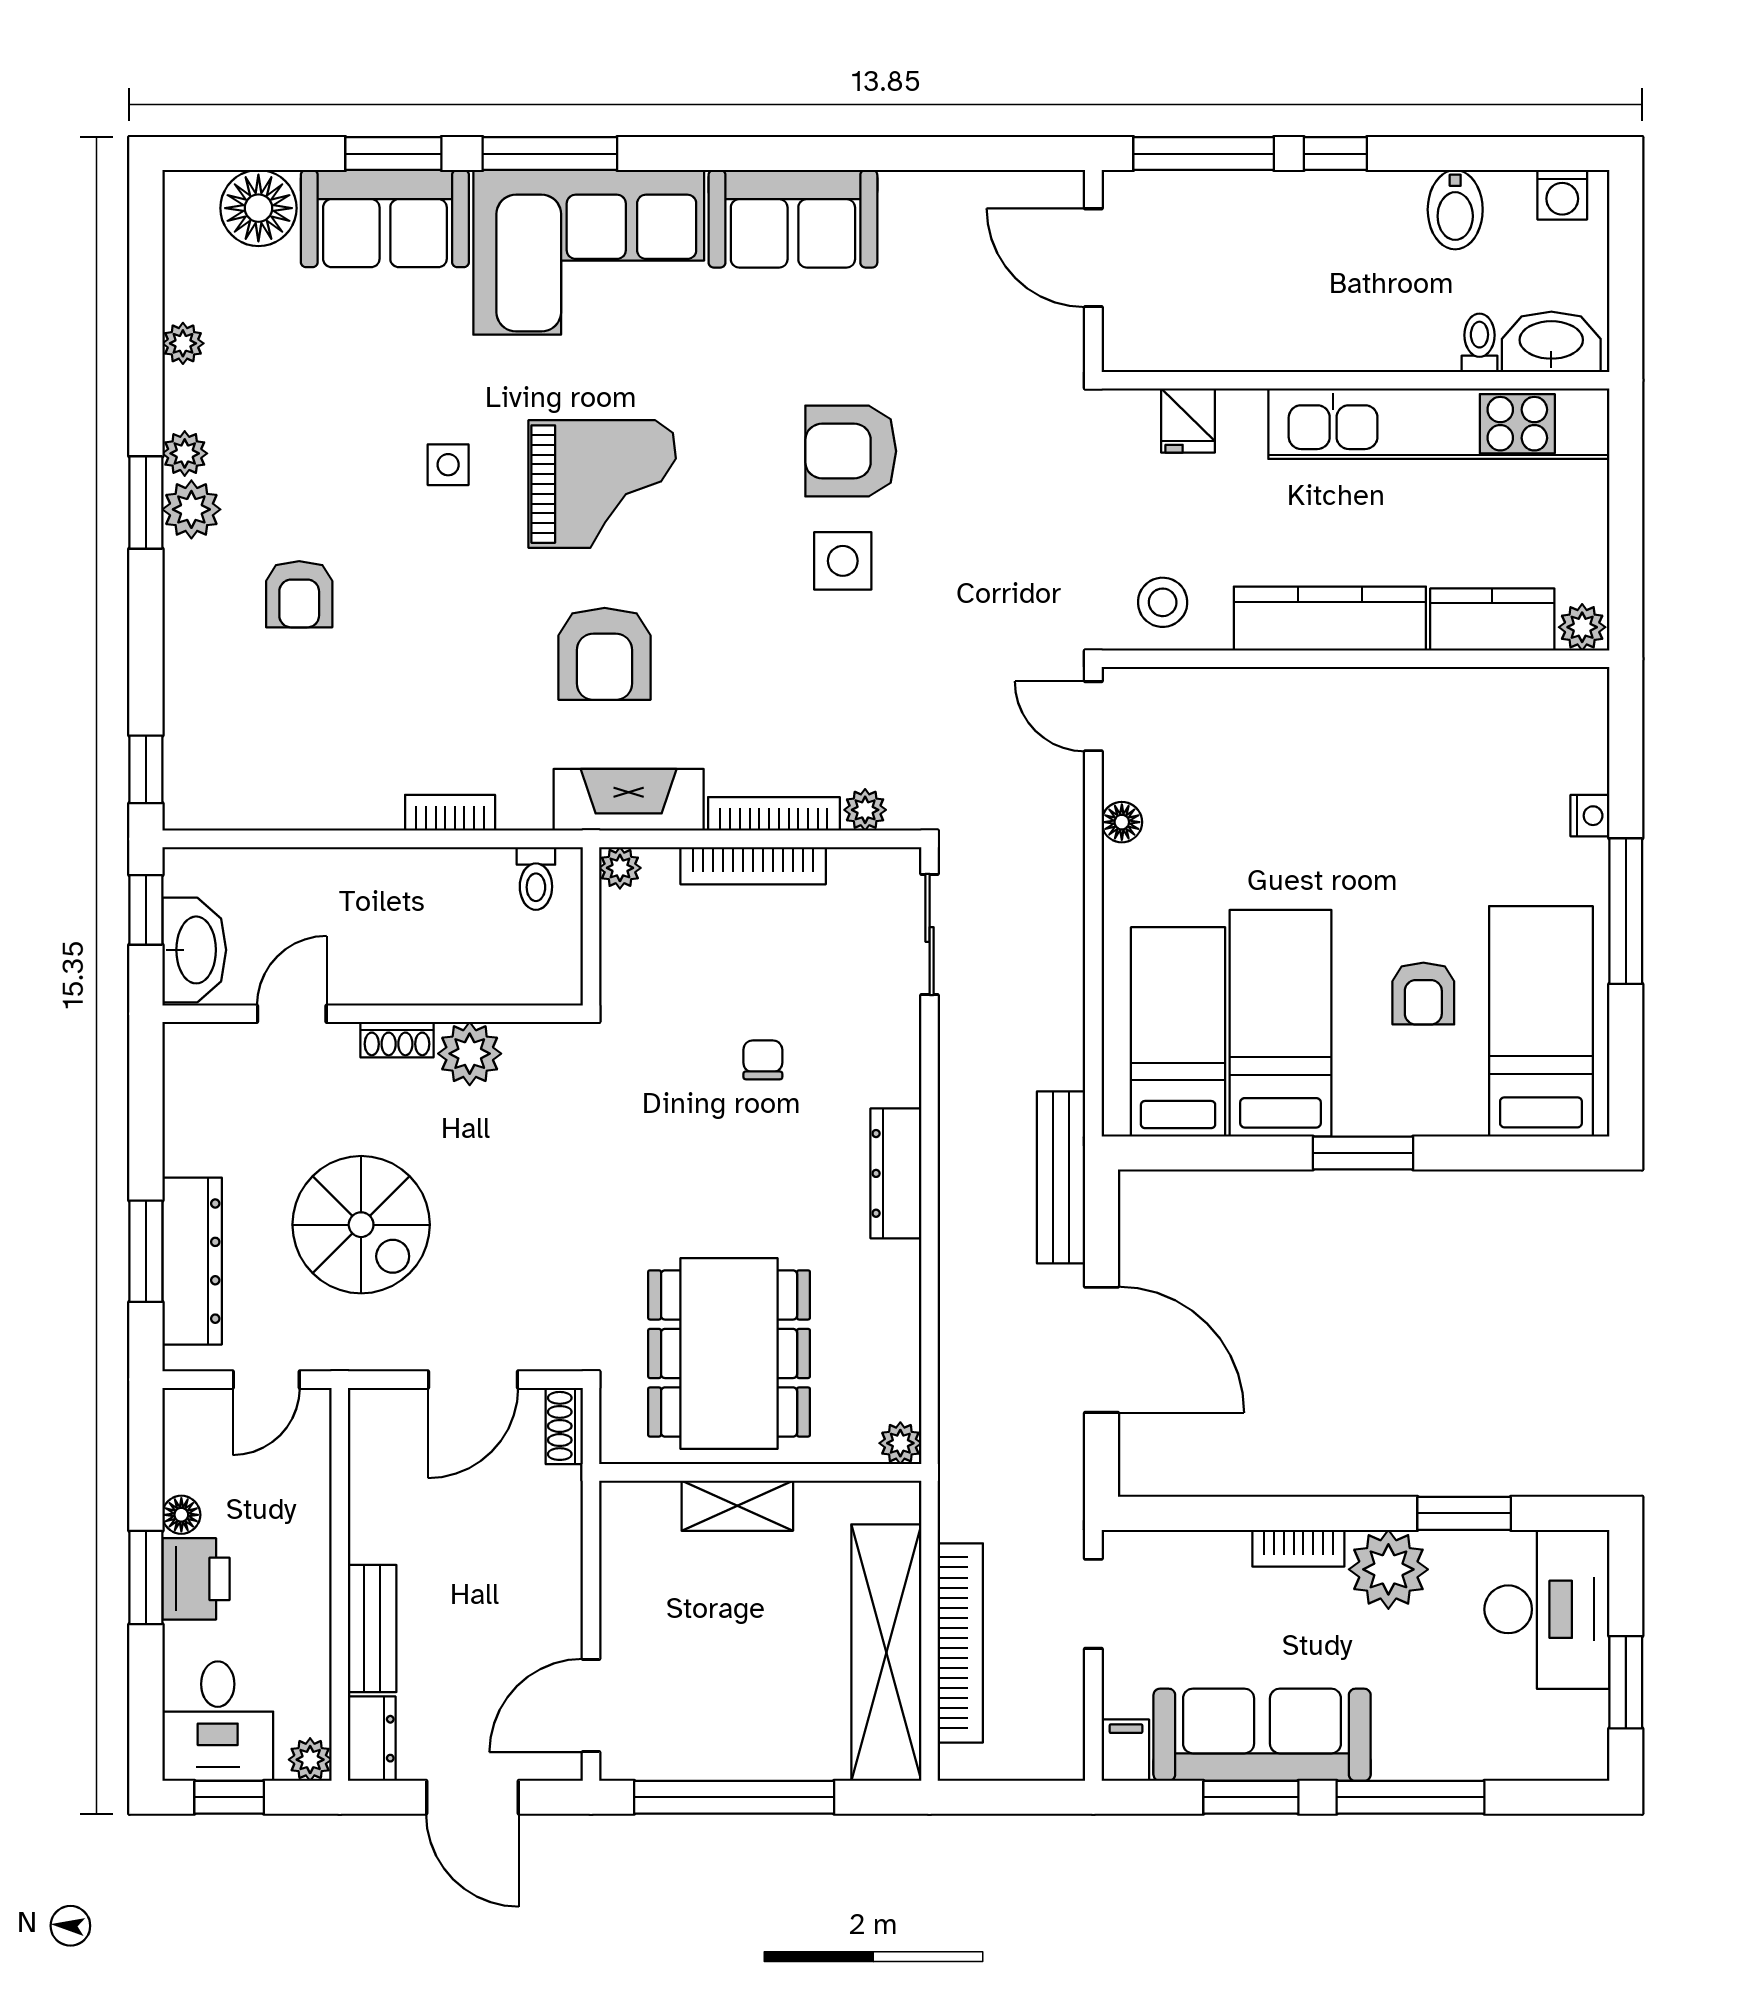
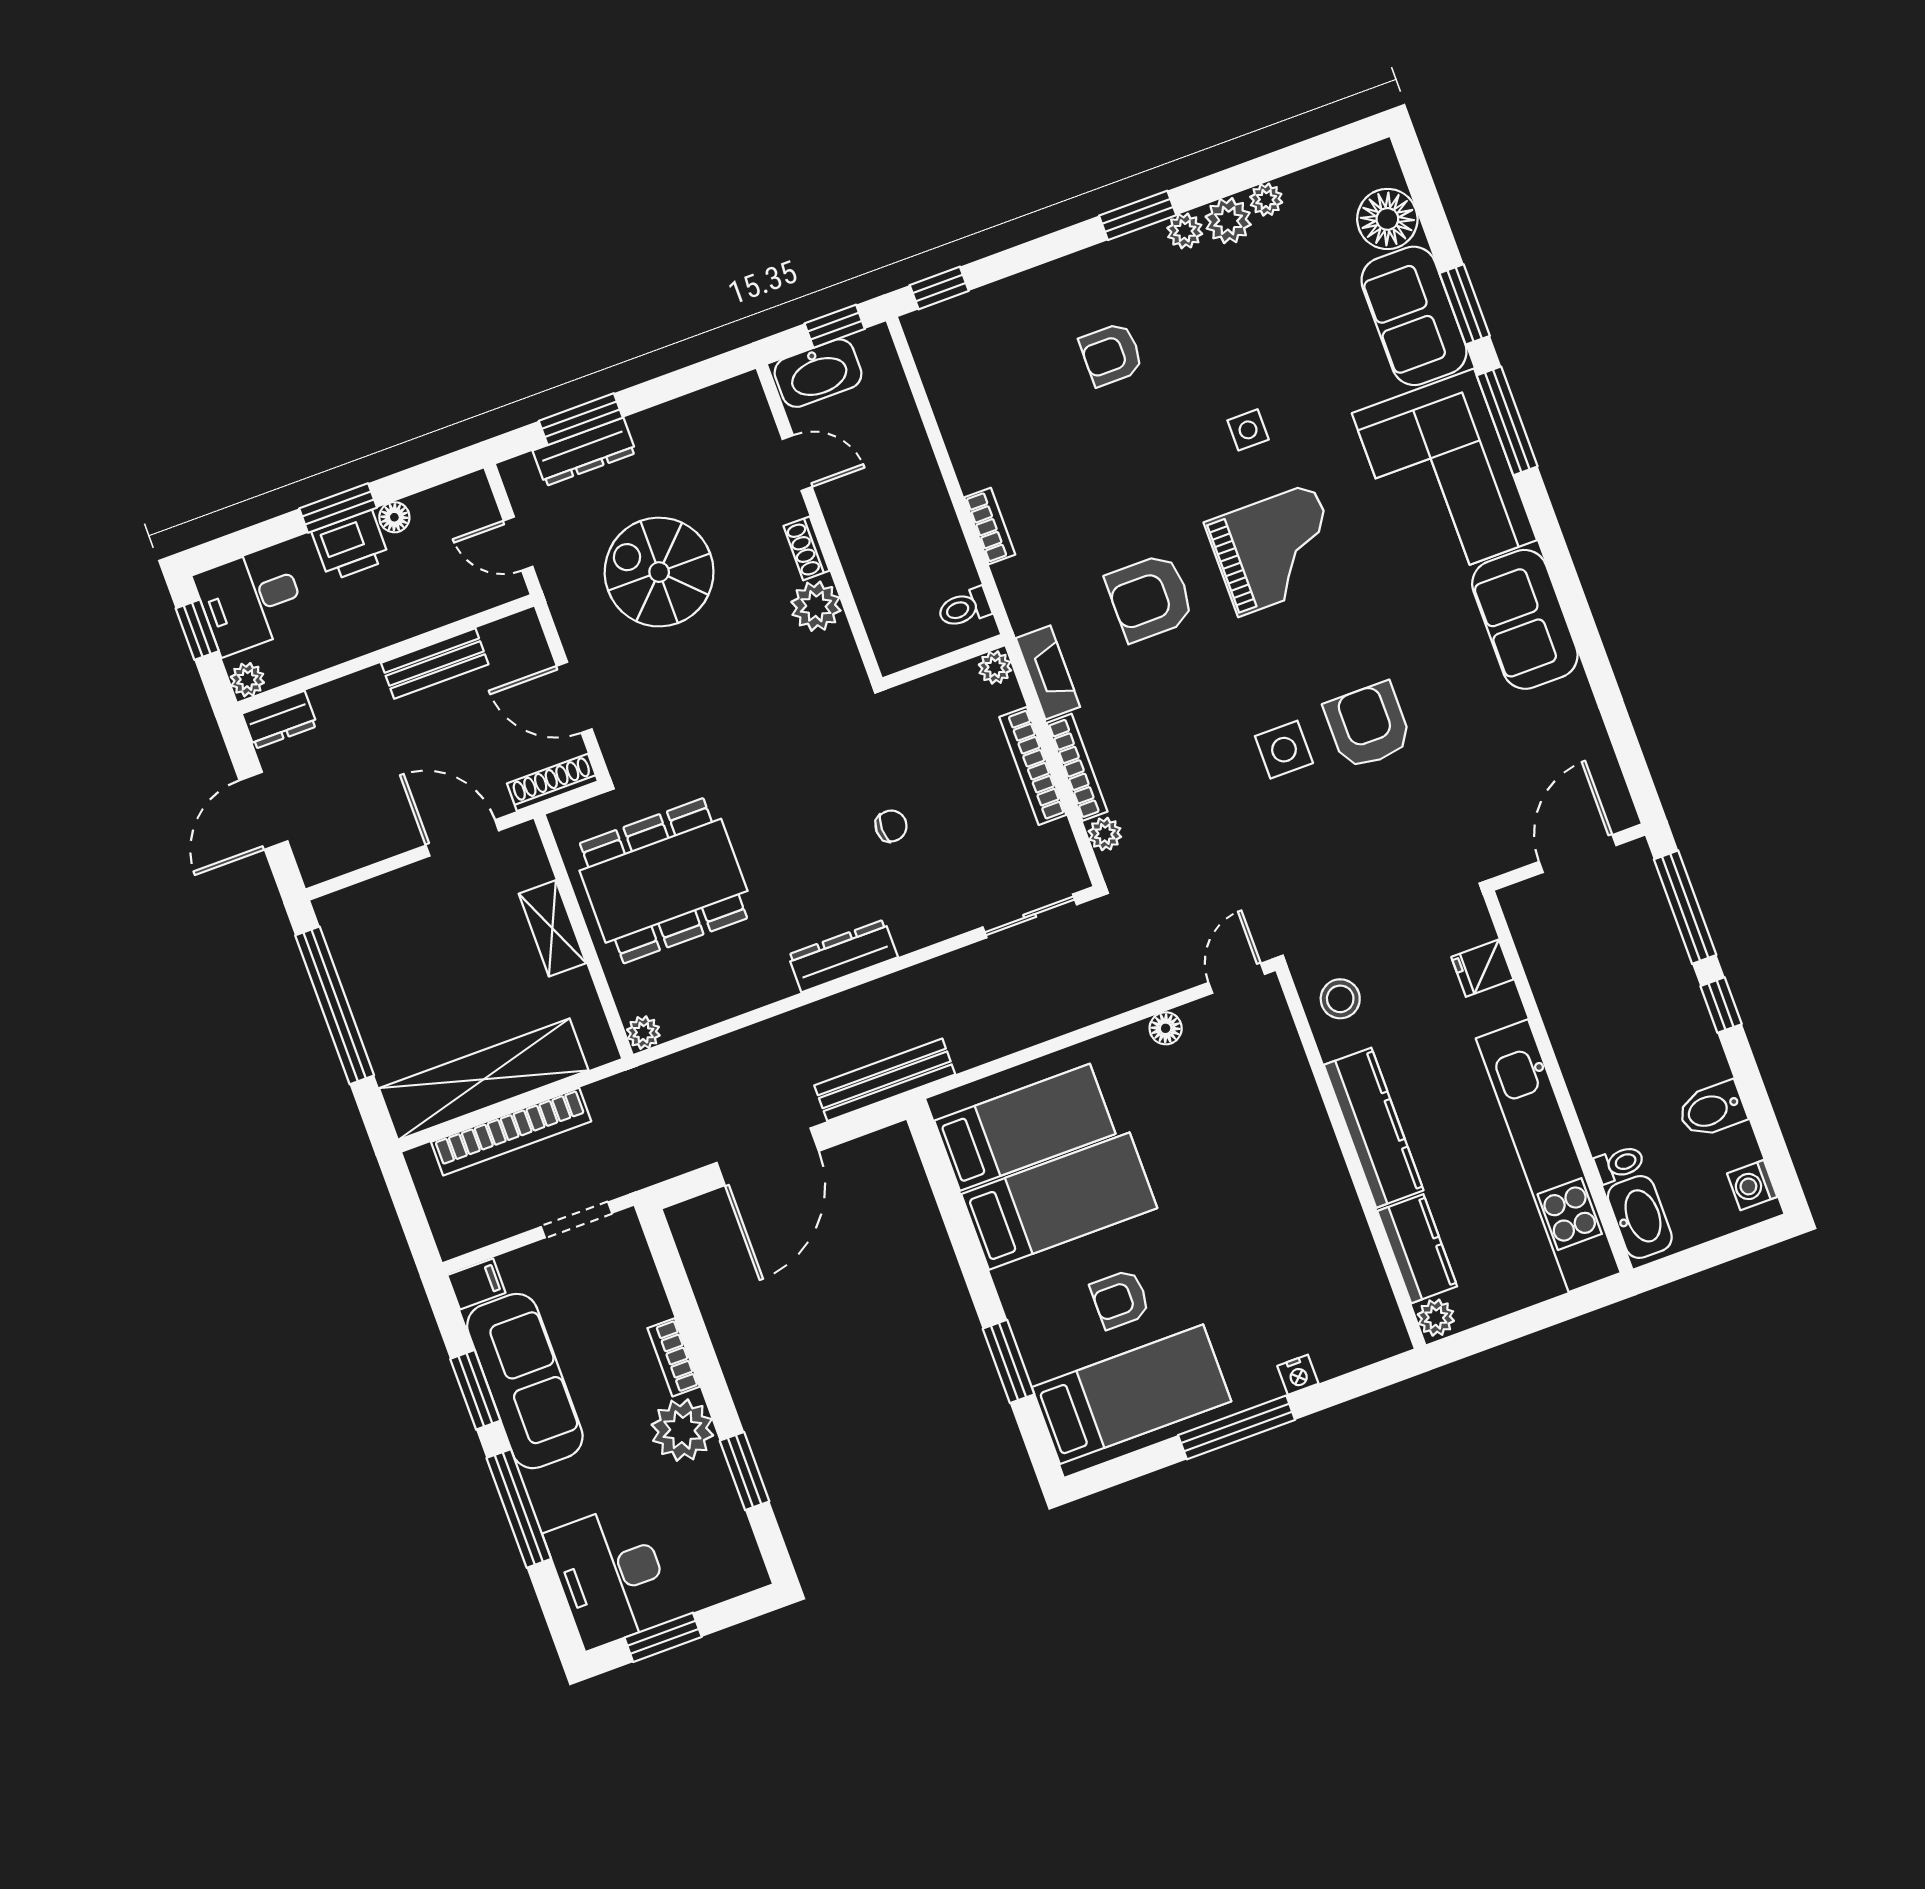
grand piano: (602, 484) -> (1276, 550), turned -90
plant: (191, 509) -> (1228, 221), moved
fireplace: (629, 800) -> (1048, 672), width x0.73, depth x0.76
window: (1363, 1153) -> (1008, 1361), moved
spiral stairs: (361, 1225) -> (659, 572), turned 90
dresser: (192, 1261) -> (584, 452), width x0.73, depth x0.80
shoe rack: (564, 1426) -> (552, 782), width x1.43
desk: (1547, 1609) -> (610, 1576), moved, turned 90
bench: (372, 1628) -> (435, 664), moved
door: (591, 1705) -> (462, 838), moved

